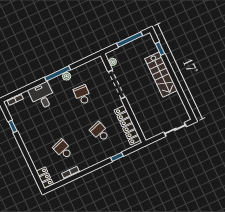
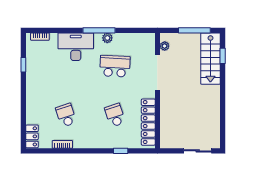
stairs: (161, 75) -> (210, 59), moved
school desk: (82, 95) -> (115, 66), width x1.85
desk: (42, 96) -> (76, 47), width x1.37

